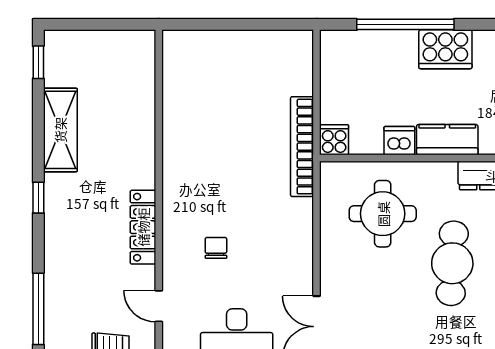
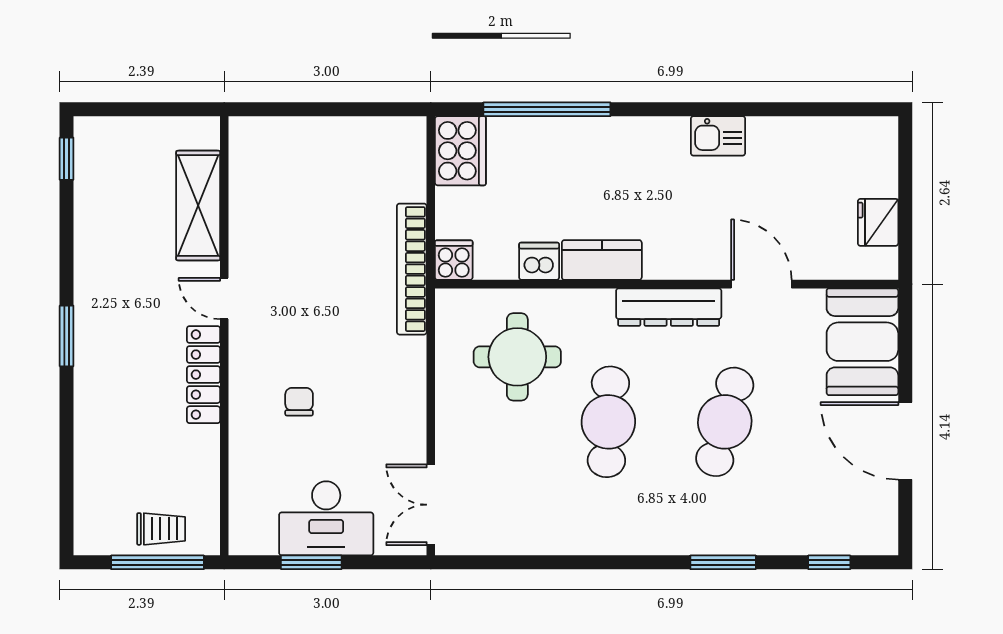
cooker: (445, 49) -> (460, 151), moved, turned -90
shelving: (60, 130) -> (198, 206), moved
window: (38, 198) -> (67, 336), width x1.50
door: (159, 306) -> (224, 299), moved
window: (38, 309) -> (67, 481), removed

